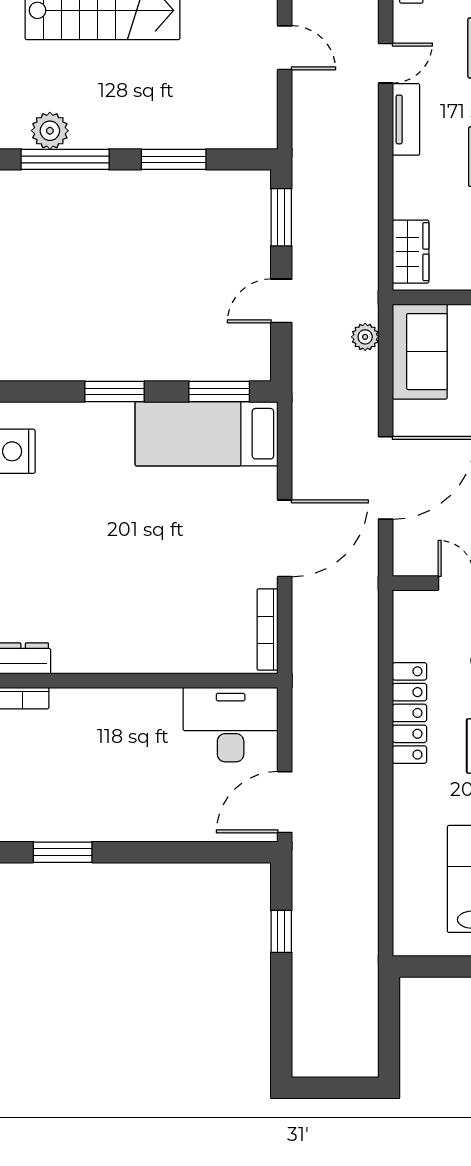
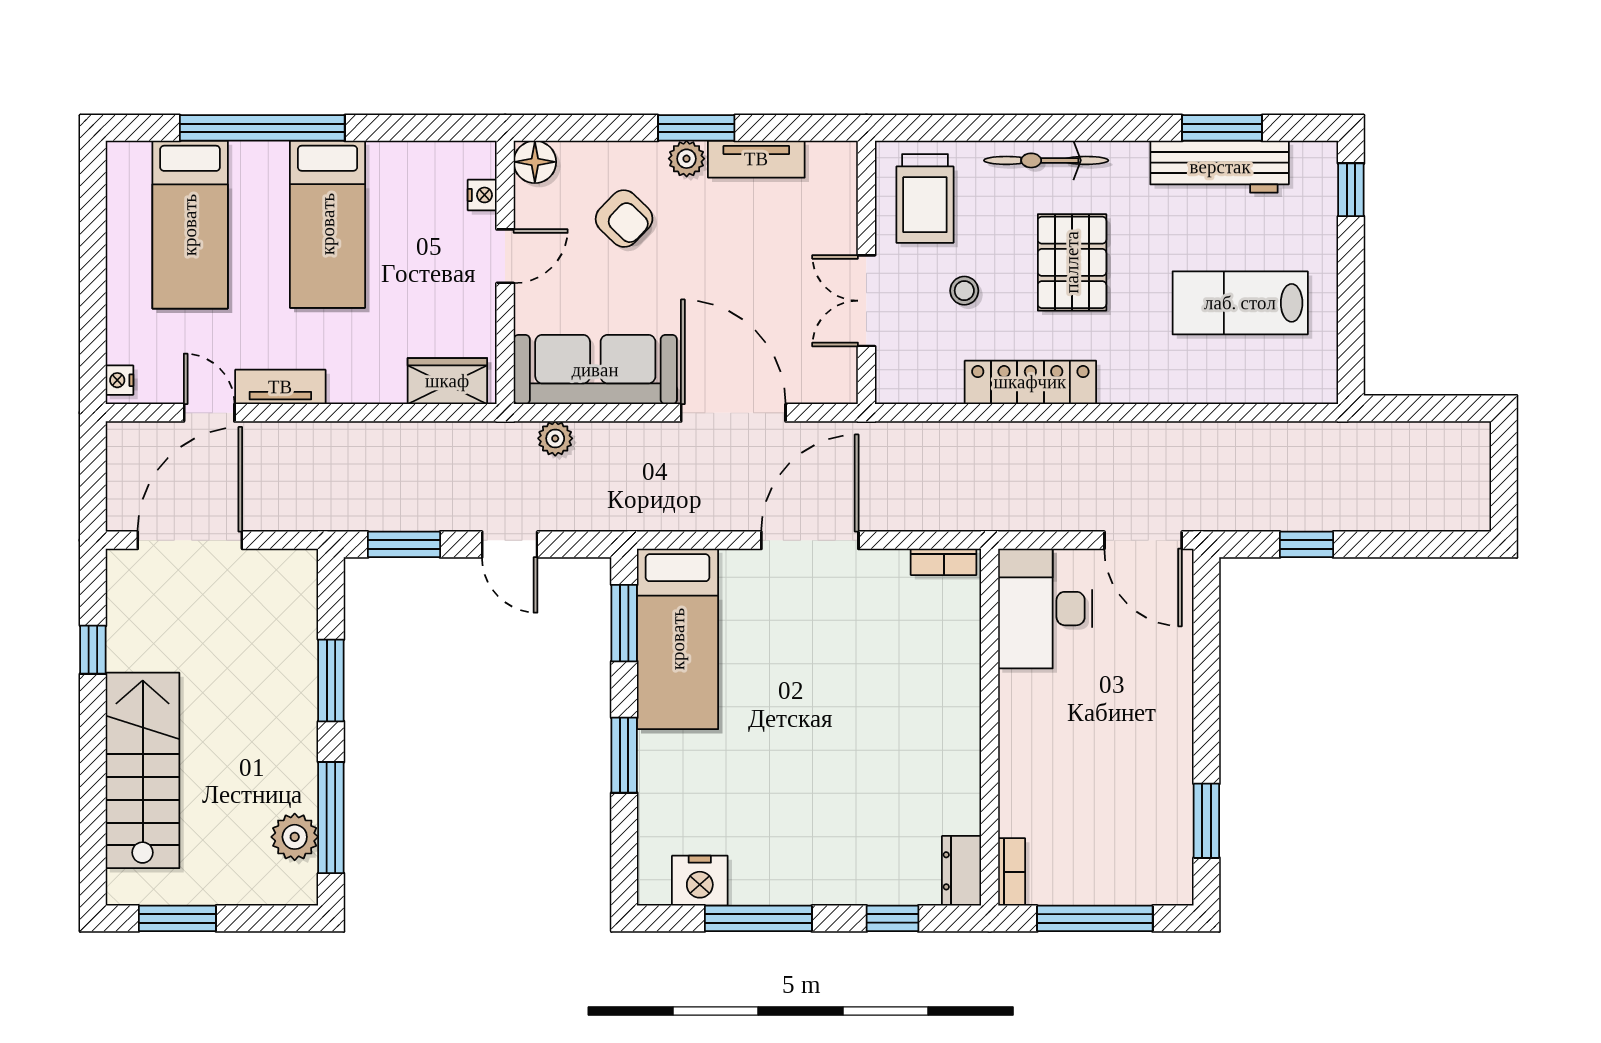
door: (285, 48) -> (190, 540), width x1.87
sofa: (420, 352) -> (595, 370), width x1.36
door: (285, 538) -> (810, 540), hinge flipped
bookcase: (268, 630) -> (944, 562), width x0.64

